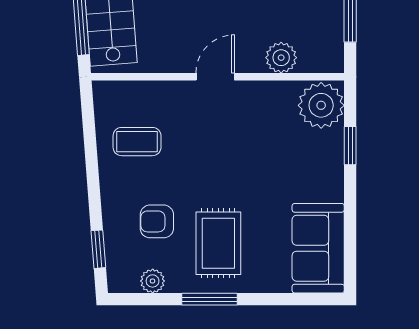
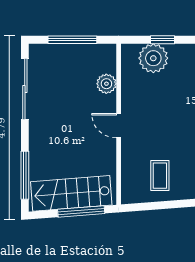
plant: (321, 105) -> (153, 58), moved

